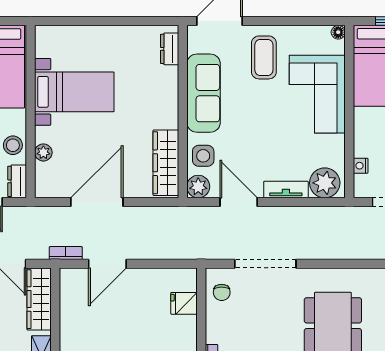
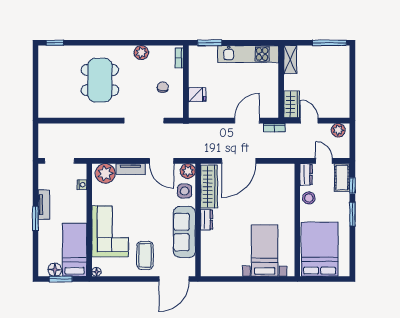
dresser: (170, 49) -> (207, 220), moved
bed with nightstands: (74, 92) -> (265, 250), moved, turned 90
plant: (43, 152) -> (289, 193), removed
door: (97, 202) -> (239, 161), moved
chair: (222, 292) -> (163, 87), moved
wardrobe: (39, 299) -> (292, 104), width x0.67

